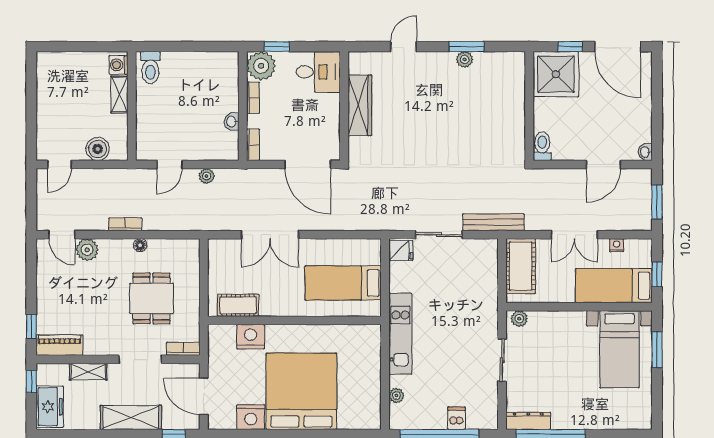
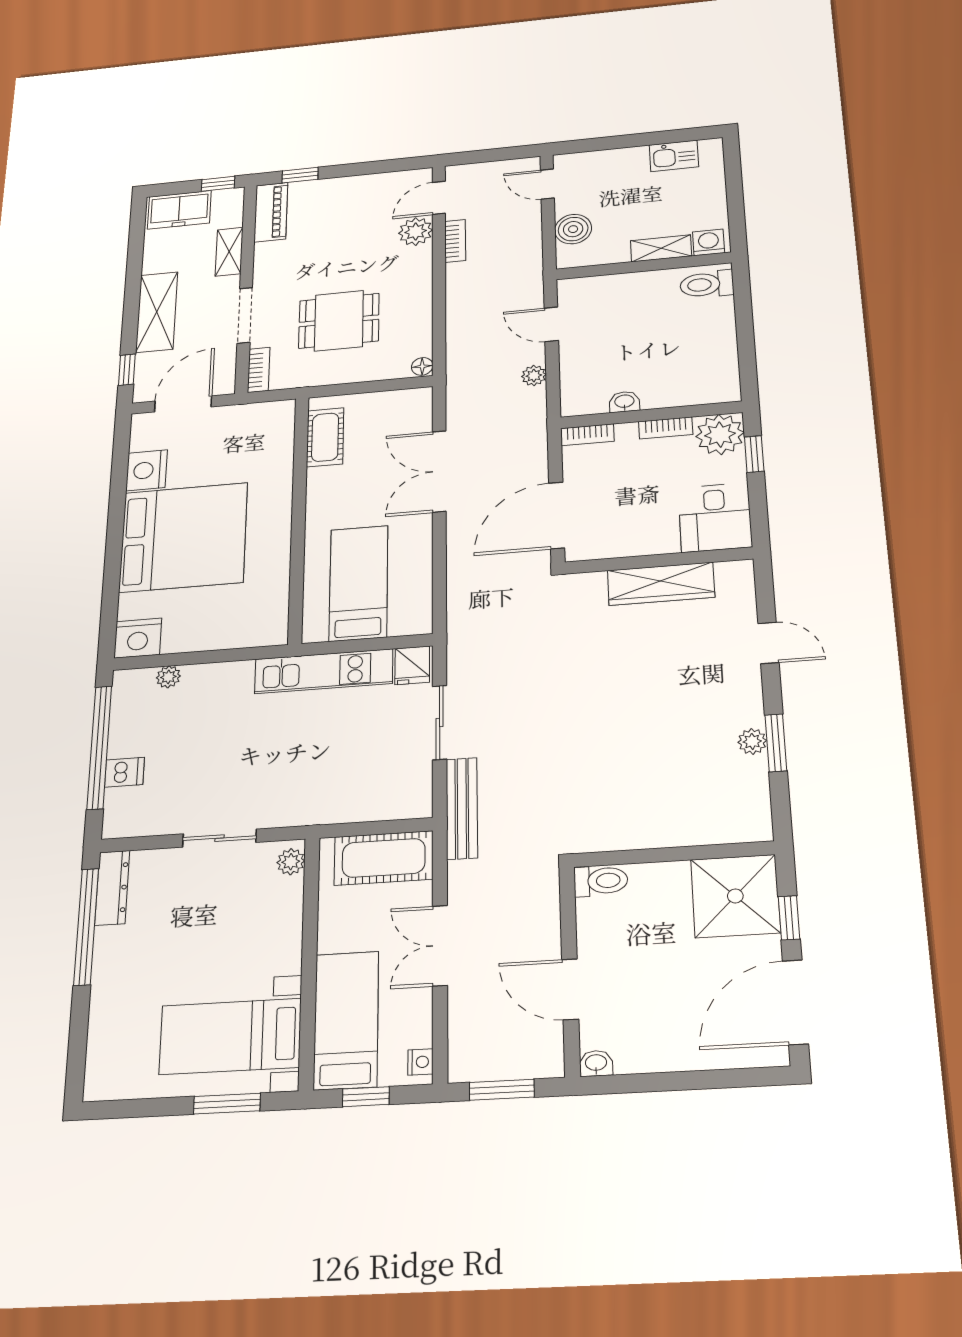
kitchen sink: (47, 83) -> (674, 156), added
bookcase: (125, 224) -> (455, 241), moved
floor lamp: (140, 245) -> (422, 366), moved
nightstand: (617, 245) -> (420, 1062), moved
kitchen unit: (400, 334) -> (324, 671), moved
nightstand: (251, 337) -> (138, 638), moved, turned 90

